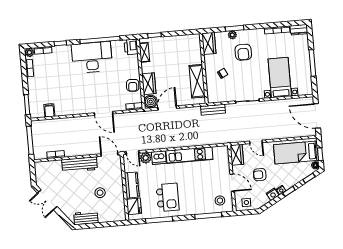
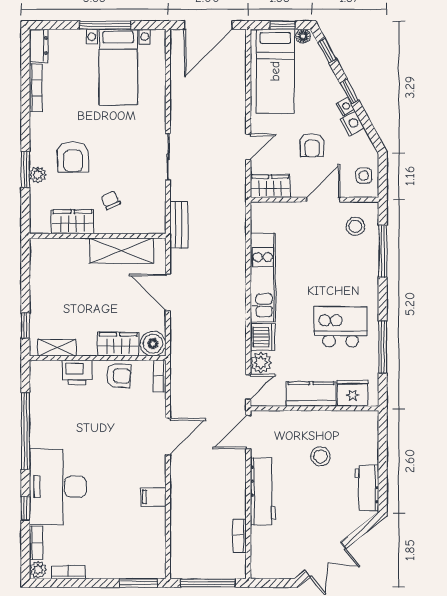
wardrobe: (209, 43) -> (73, 222), moved
printer: (131, 47) -> (77, 372), moved
armchair: (243, 52) -> (73, 157), turned 90
desk: (92, 57) -> (58, 487), moved
bed with nightstands: (280, 78) -> (118, 67), moved, turned -90
door: (167, 108) -> (168, 292), moved
filing cabinet: (49, 110) -> (153, 497), moved

